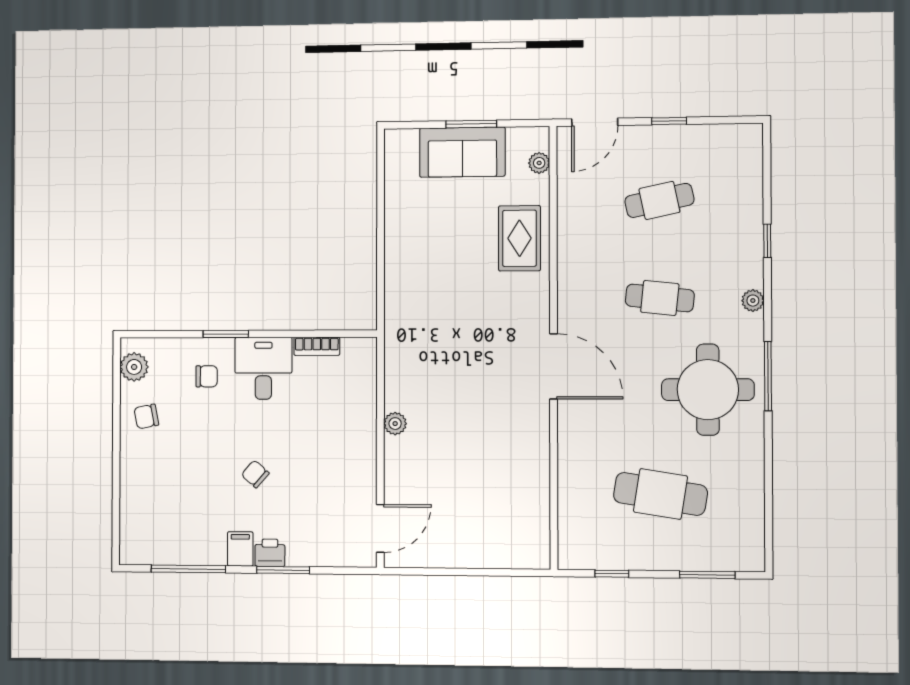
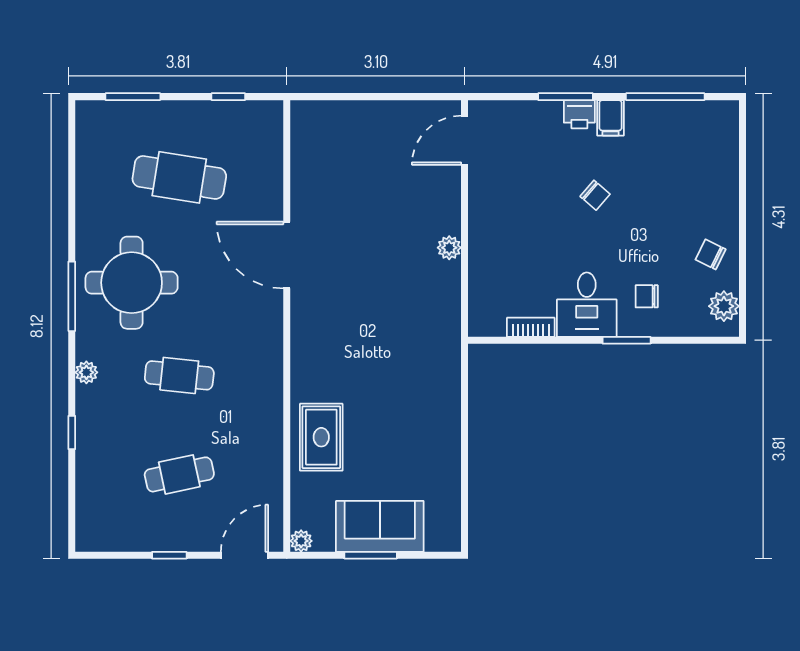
plant: (539, 163) -> (301, 541), moved
door: (554, 366) -> (287, 255), moved
chair: (146, 417) -> (711, 254), turned -143

